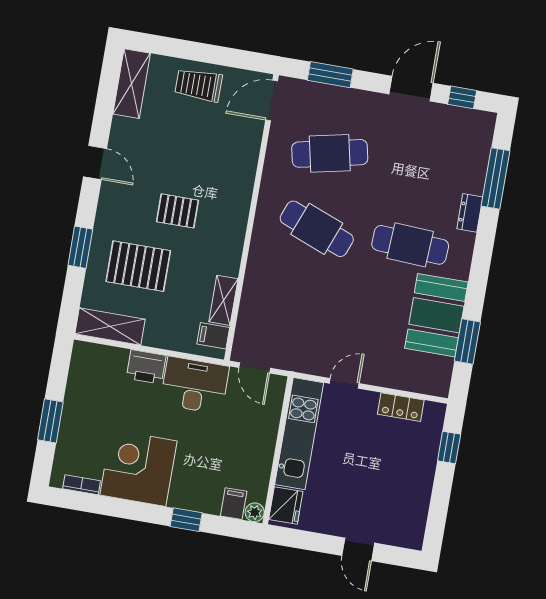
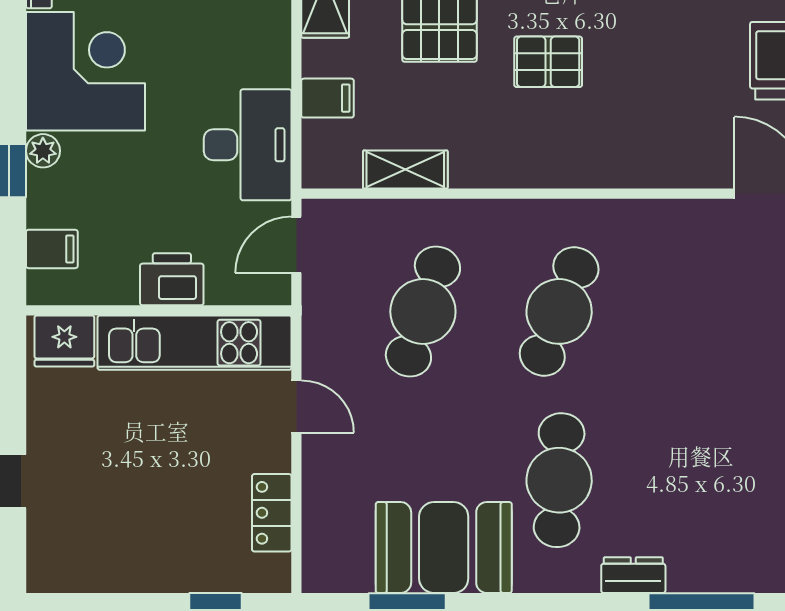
cafe table: (330, 153) -> (423, 311), moved, turned 30
pallet: (177, 211) -> (548, 62), turned 90
filing cabinet: (213, 336) -> (328, 98), moved, turned 90
printer: (146, 367) -> (172, 279), moved, turned 90
plant: (255, 512) -> (43, 151), moved

